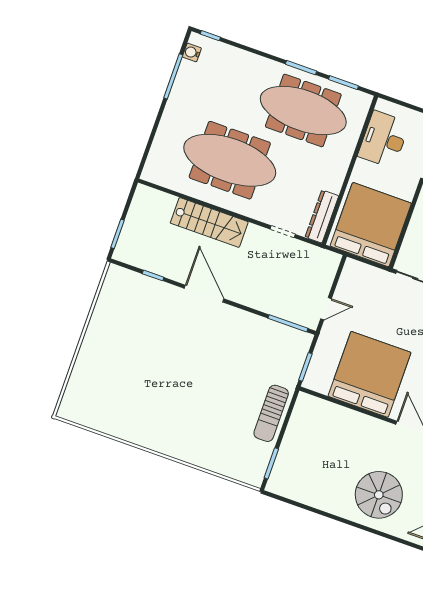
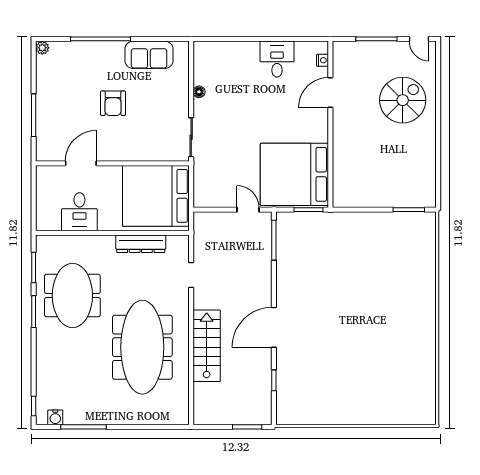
meeting table: (303, 110) -> (72, 296), width x0.73
desk: (384, 139) -> (79, 212), width x0.73
dresser: (322, 217) -> (141, 244), moved
bed: (370, 374) -> (294, 174), moved
sun lounger: (271, 413) -> (363, 226), removed

